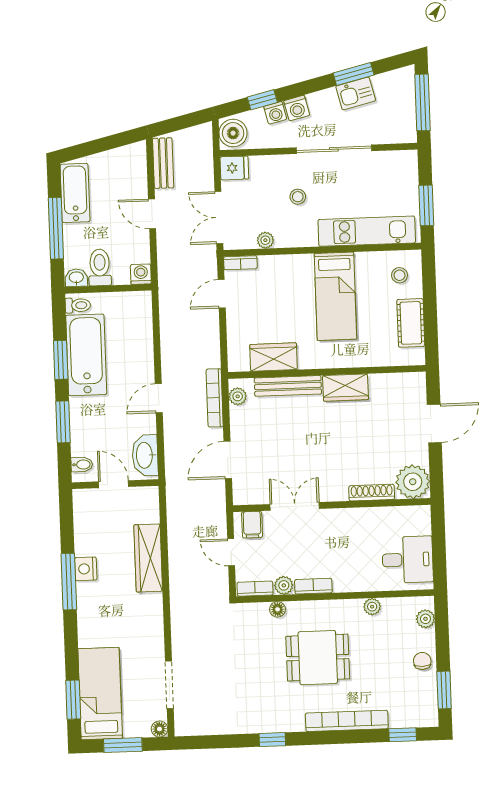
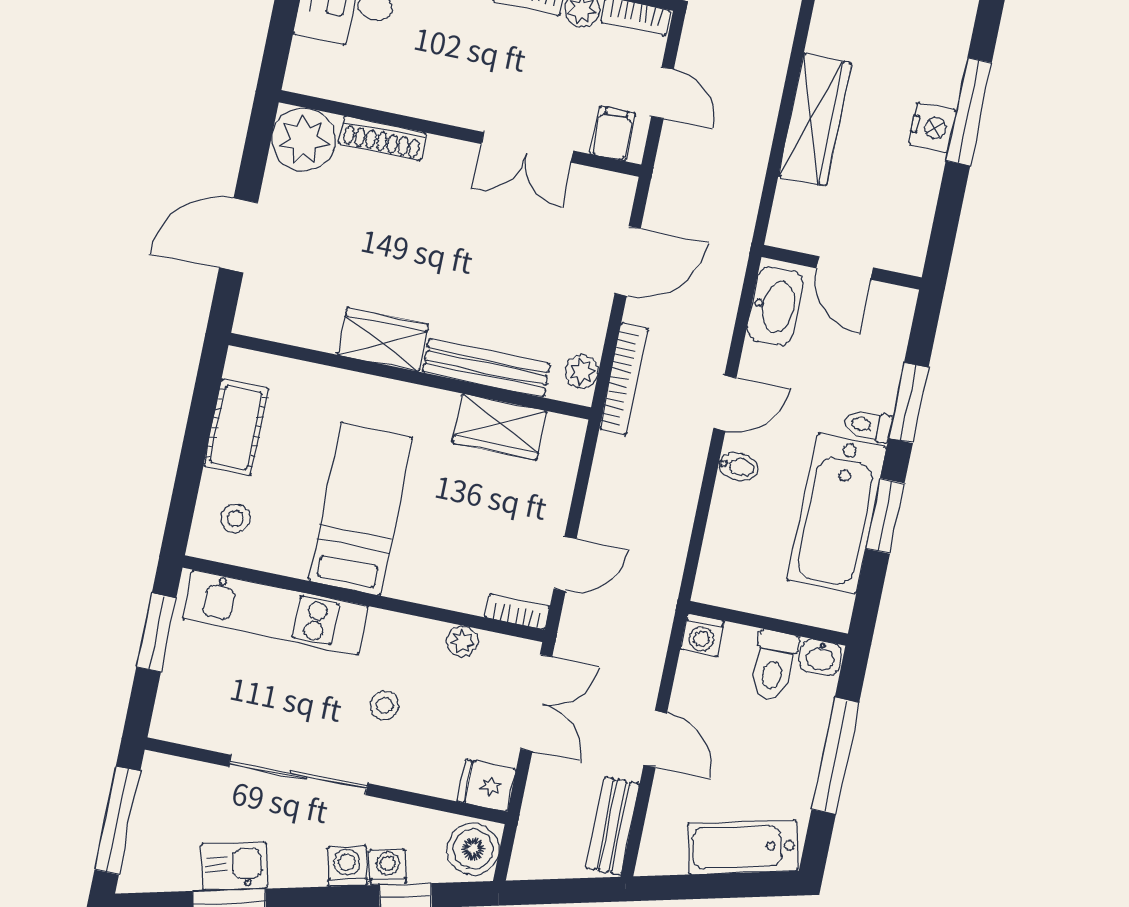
bathtub: (75, 193) -> (742, 847), moved, turned 76
toilet: (78, 305) -> (868, 425), moved
bidet: (82, 465) -> (738, 467), moved, turned 180

